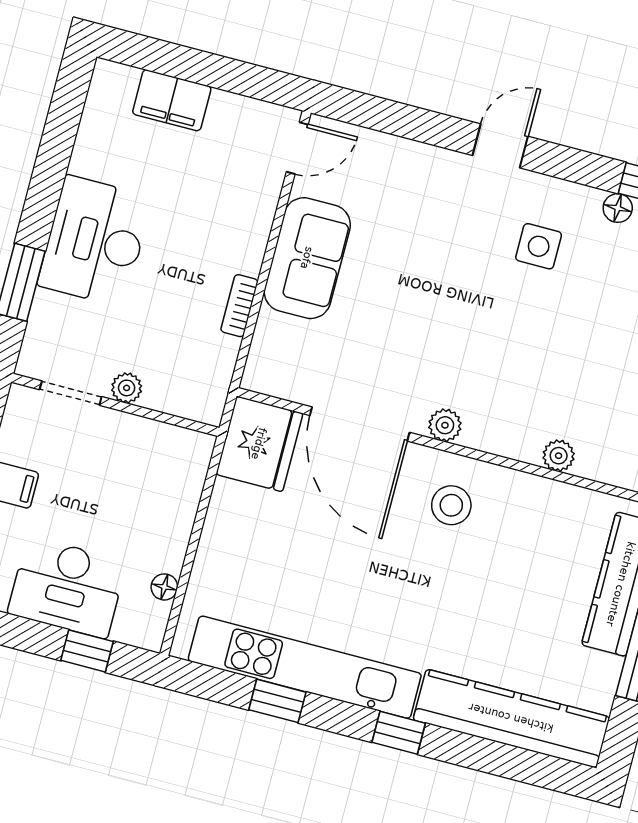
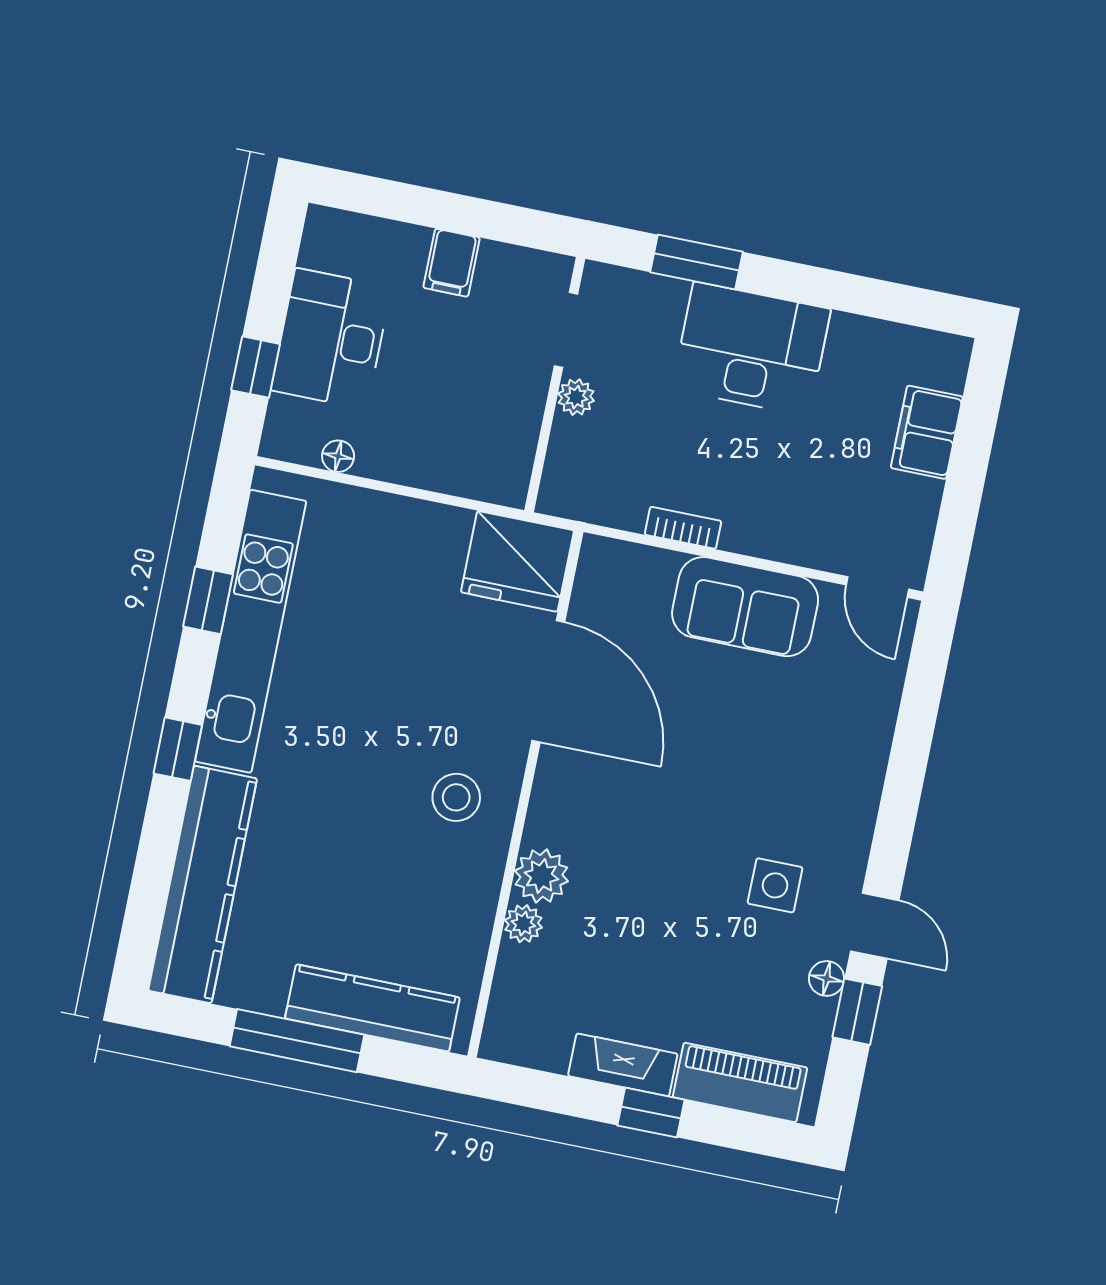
door: (500, 146) -> (875, 926), moved
door: (360, 424) -> (548, 681), swing flipped
plant: (445, 425) -> (541, 876), moved, width x1.38, depth x1.38

